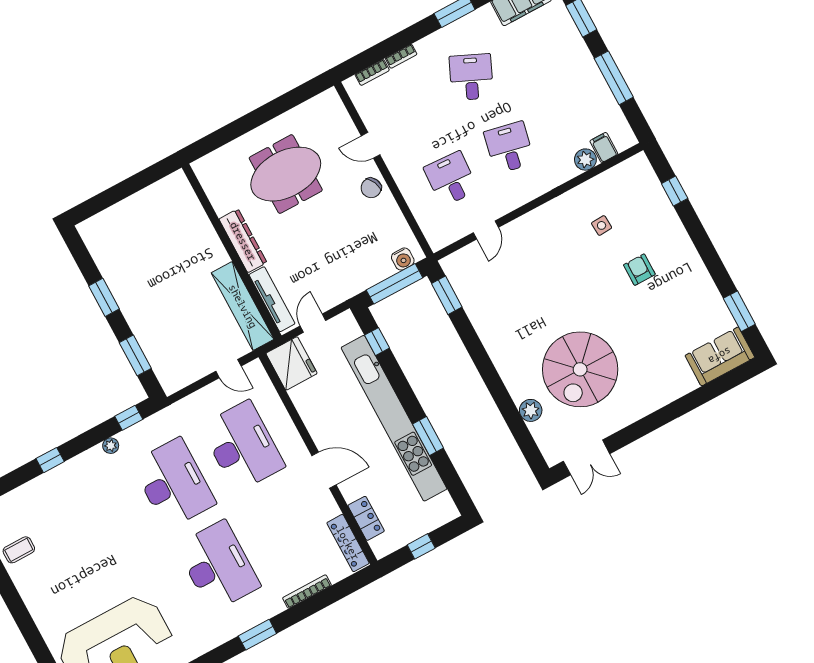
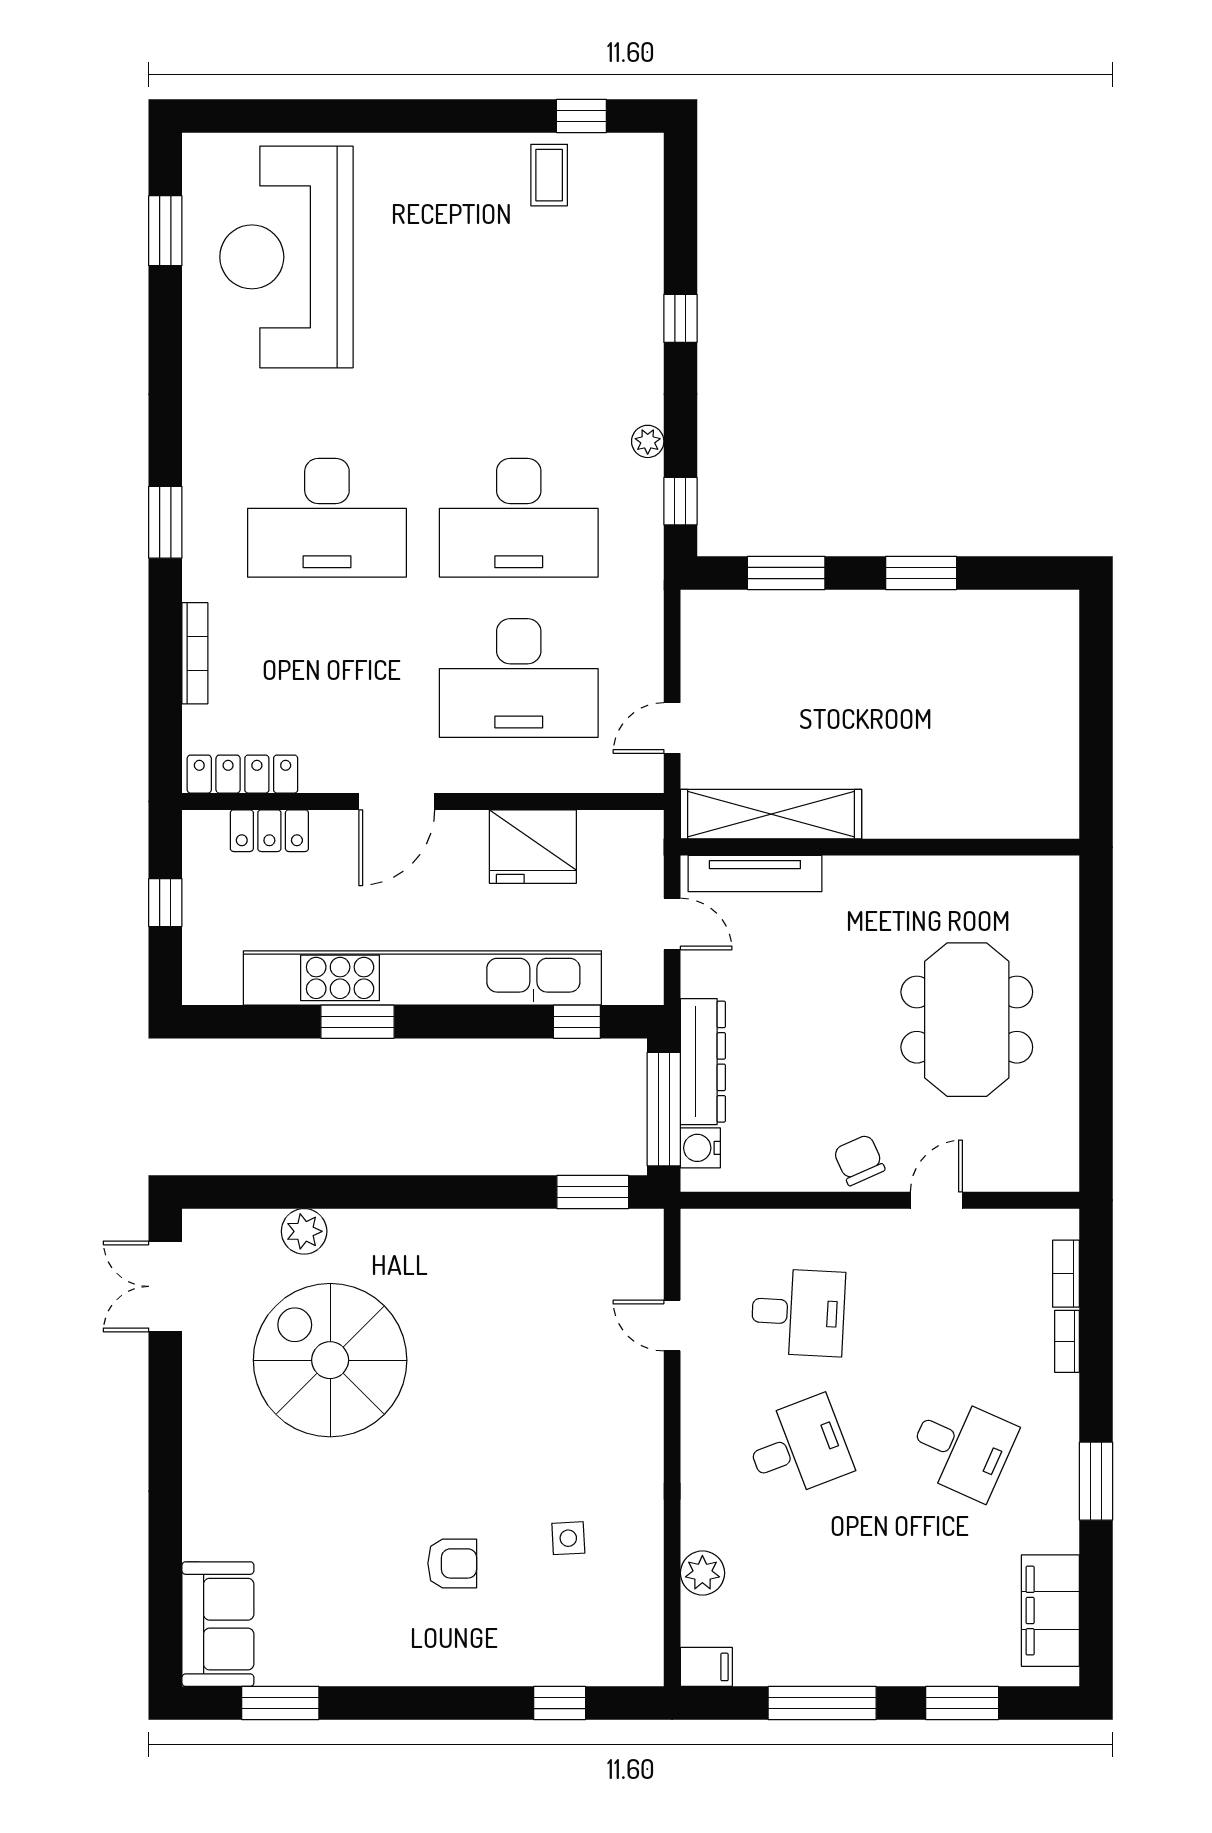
desk: (509, 147) -> (798, 1448), turned -33
filing cabinet: (604, 147) -> (706, 1667), moved
dresser: (243, 241) -> (703, 1062), moved, turned -90
fridge: (292, 363) -> (533, 847), moved

